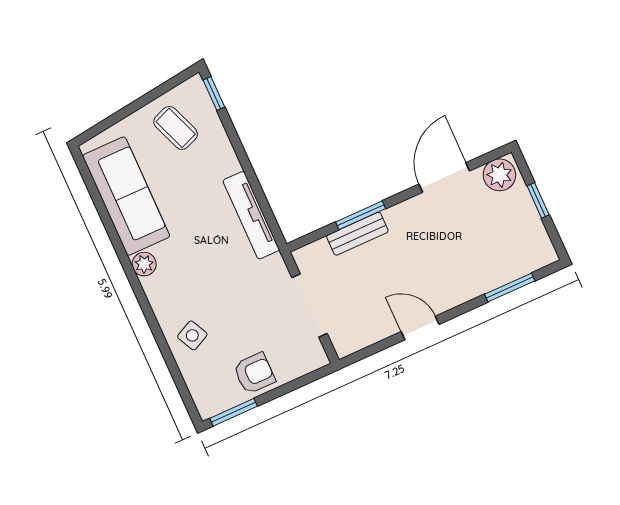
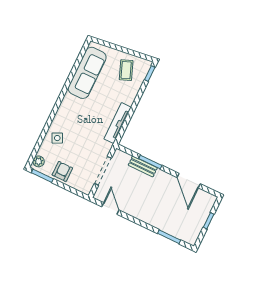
plant: (499, 175) -> (206, 199), removed
door: (444, 177) -> (189, 181), swing flipped
plant: (144, 264) -> (39, 161), moved
door: (420, 328) -> (110, 208), moved
armchair: (254, 373) -> (62, 171), turned -90

